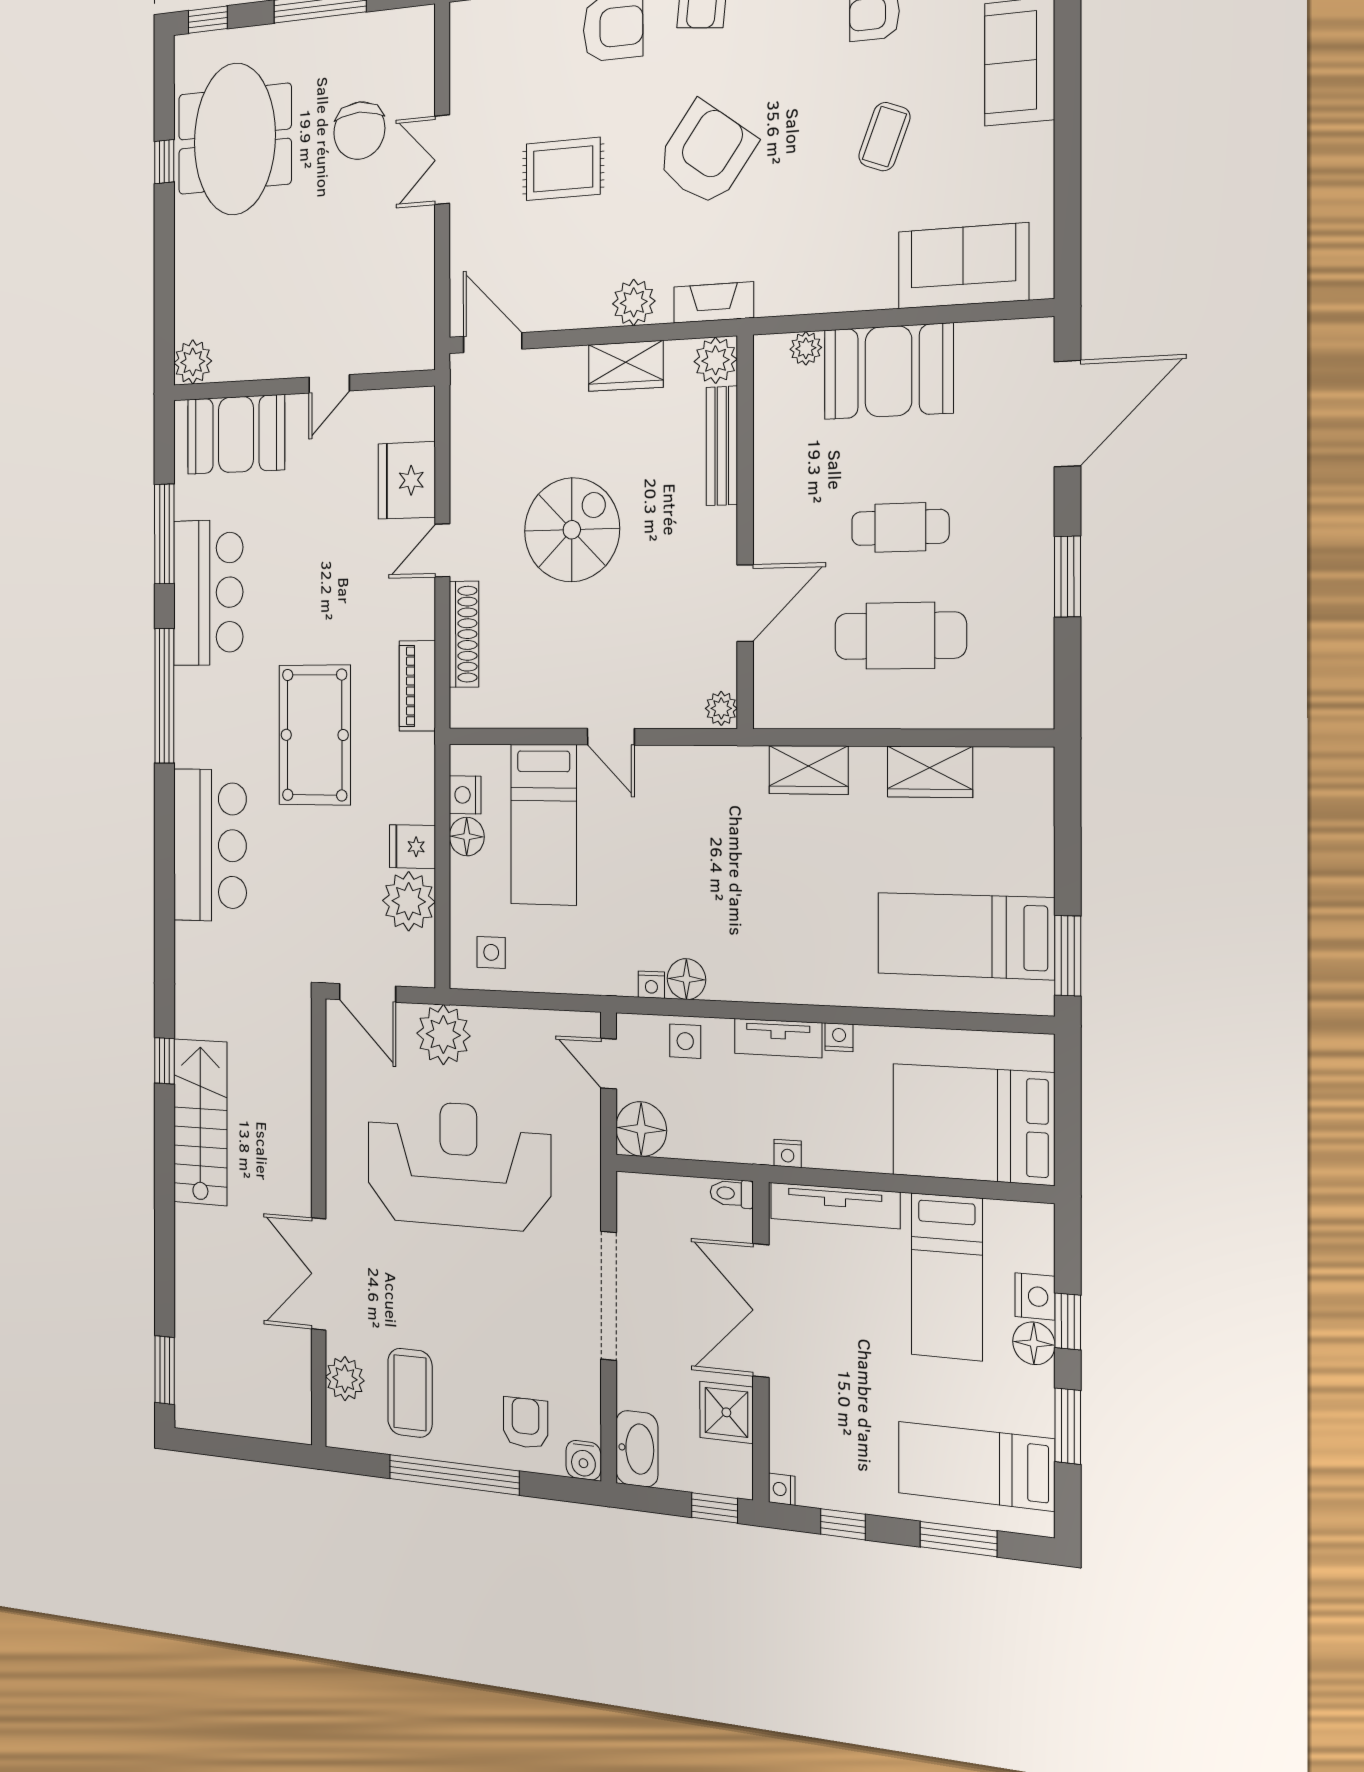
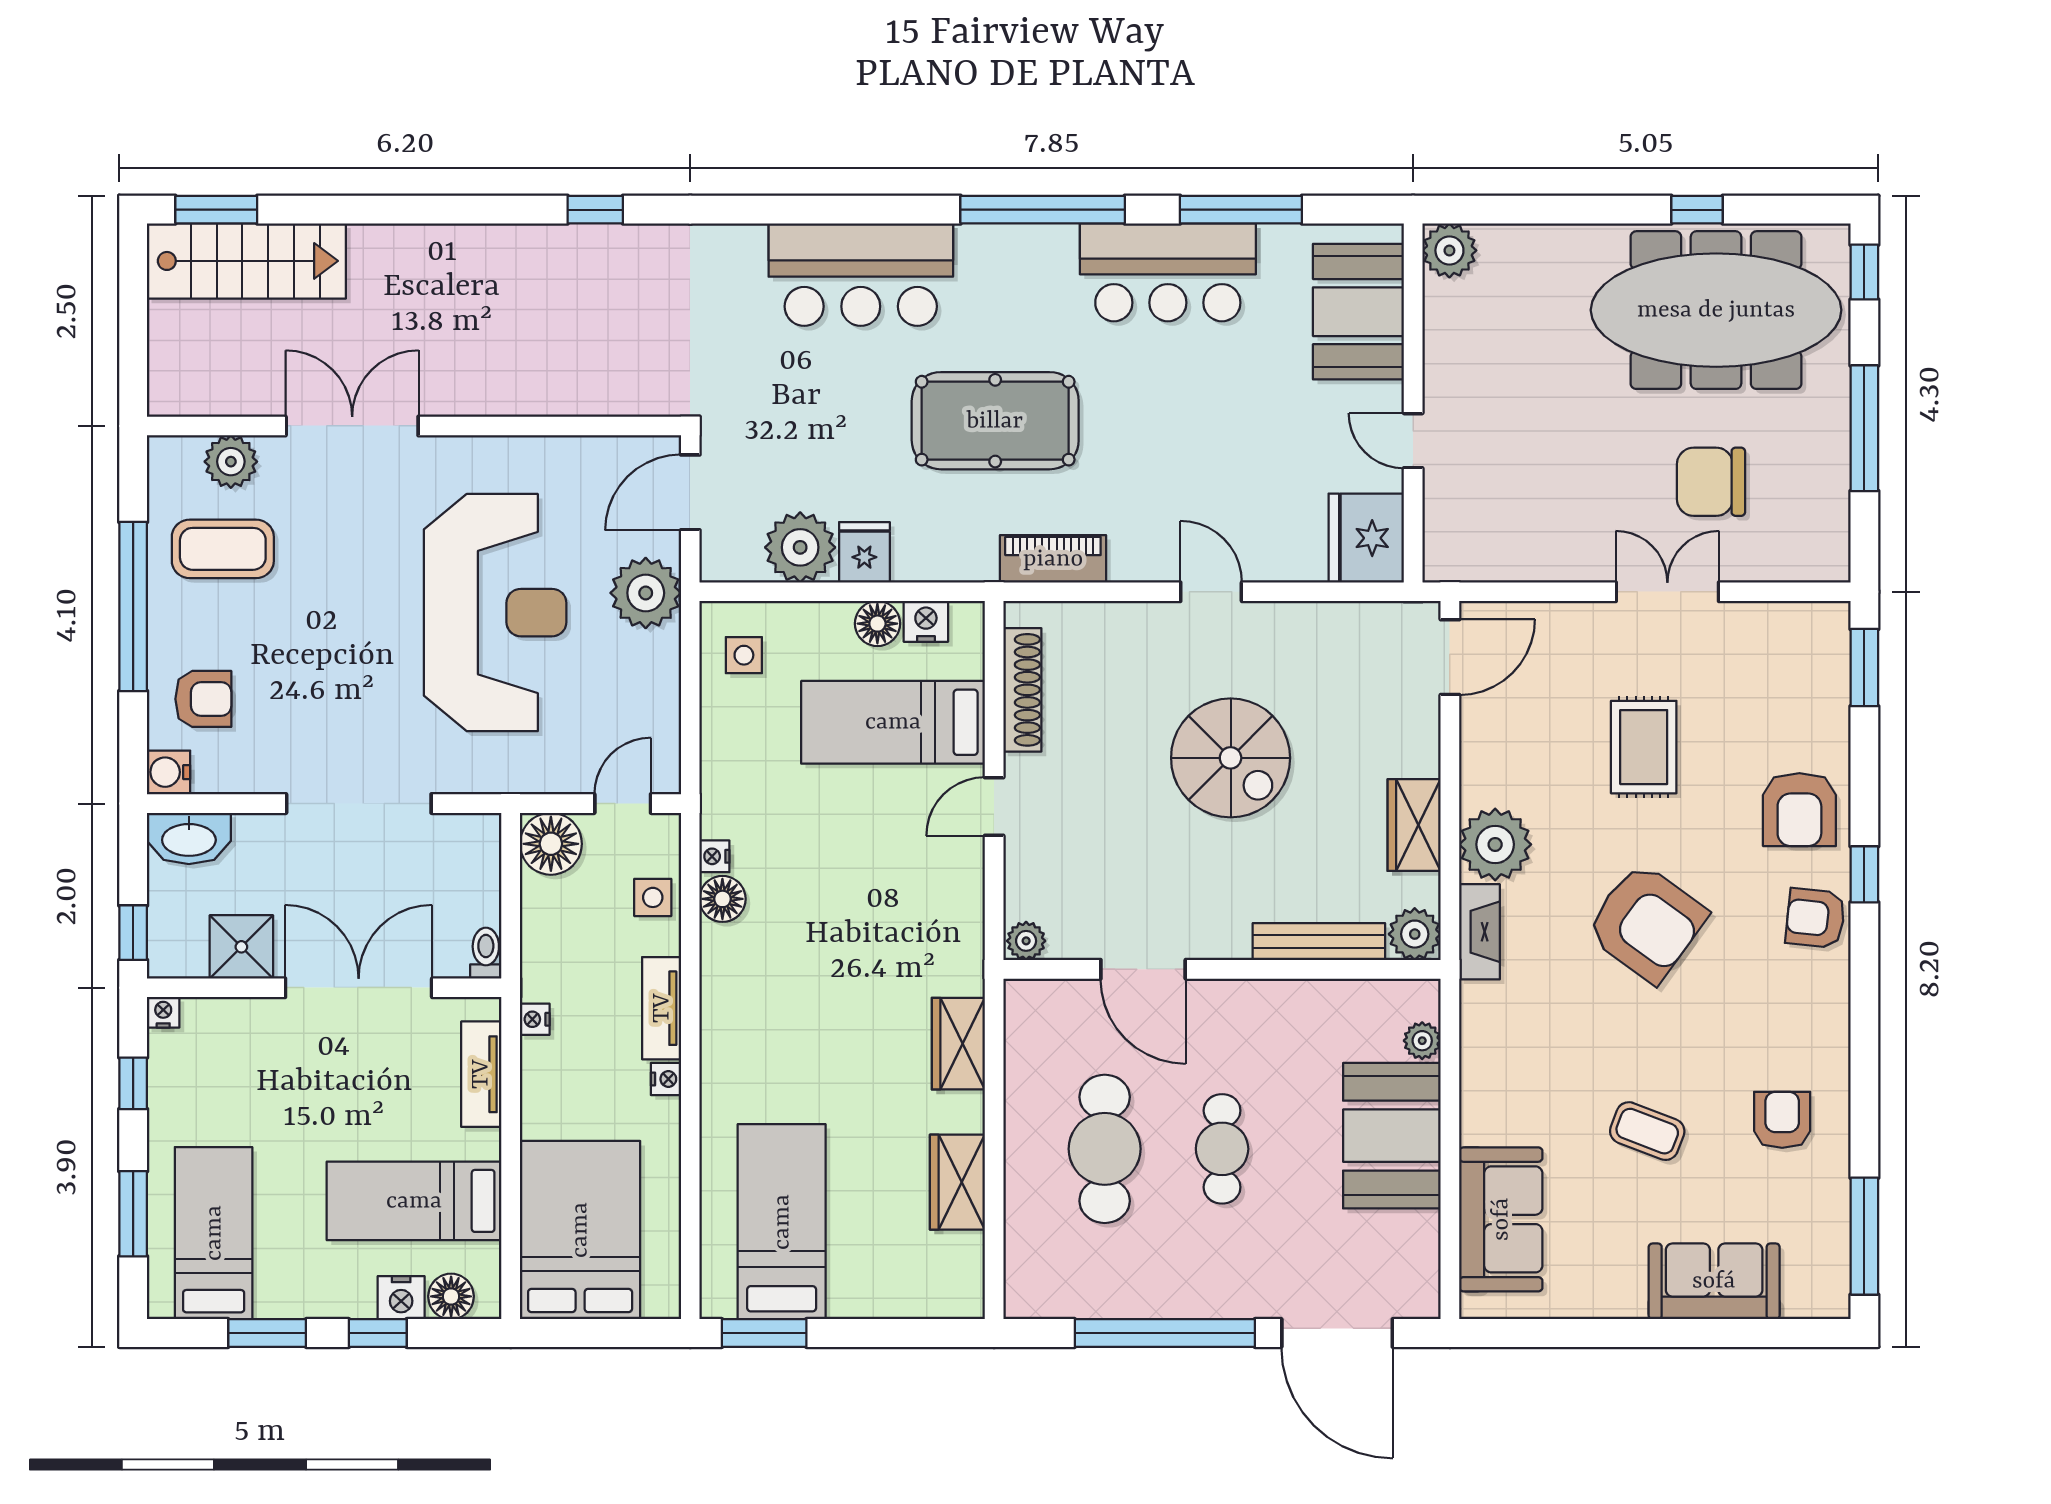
meeting table: (235, 139) -> (1716, 310), width x1.36
plant: (634, 302) -> (1495, 844), width x1.36, depth x1.36
fridge: (407, 480) -> (1366, 538), moved, turned -90
window: (1068, 577) -> (1165, 1333), width x2.11
shoe rack: (464, 634) -> (1022, 690), moved, turned -90
stairs: (200, 1122) -> (246, 261), moved
tv unit: (835, 1205) -> (481, 1074), width x0.71
floor lamp: (1034, 1343) -> (451, 1296), moved

